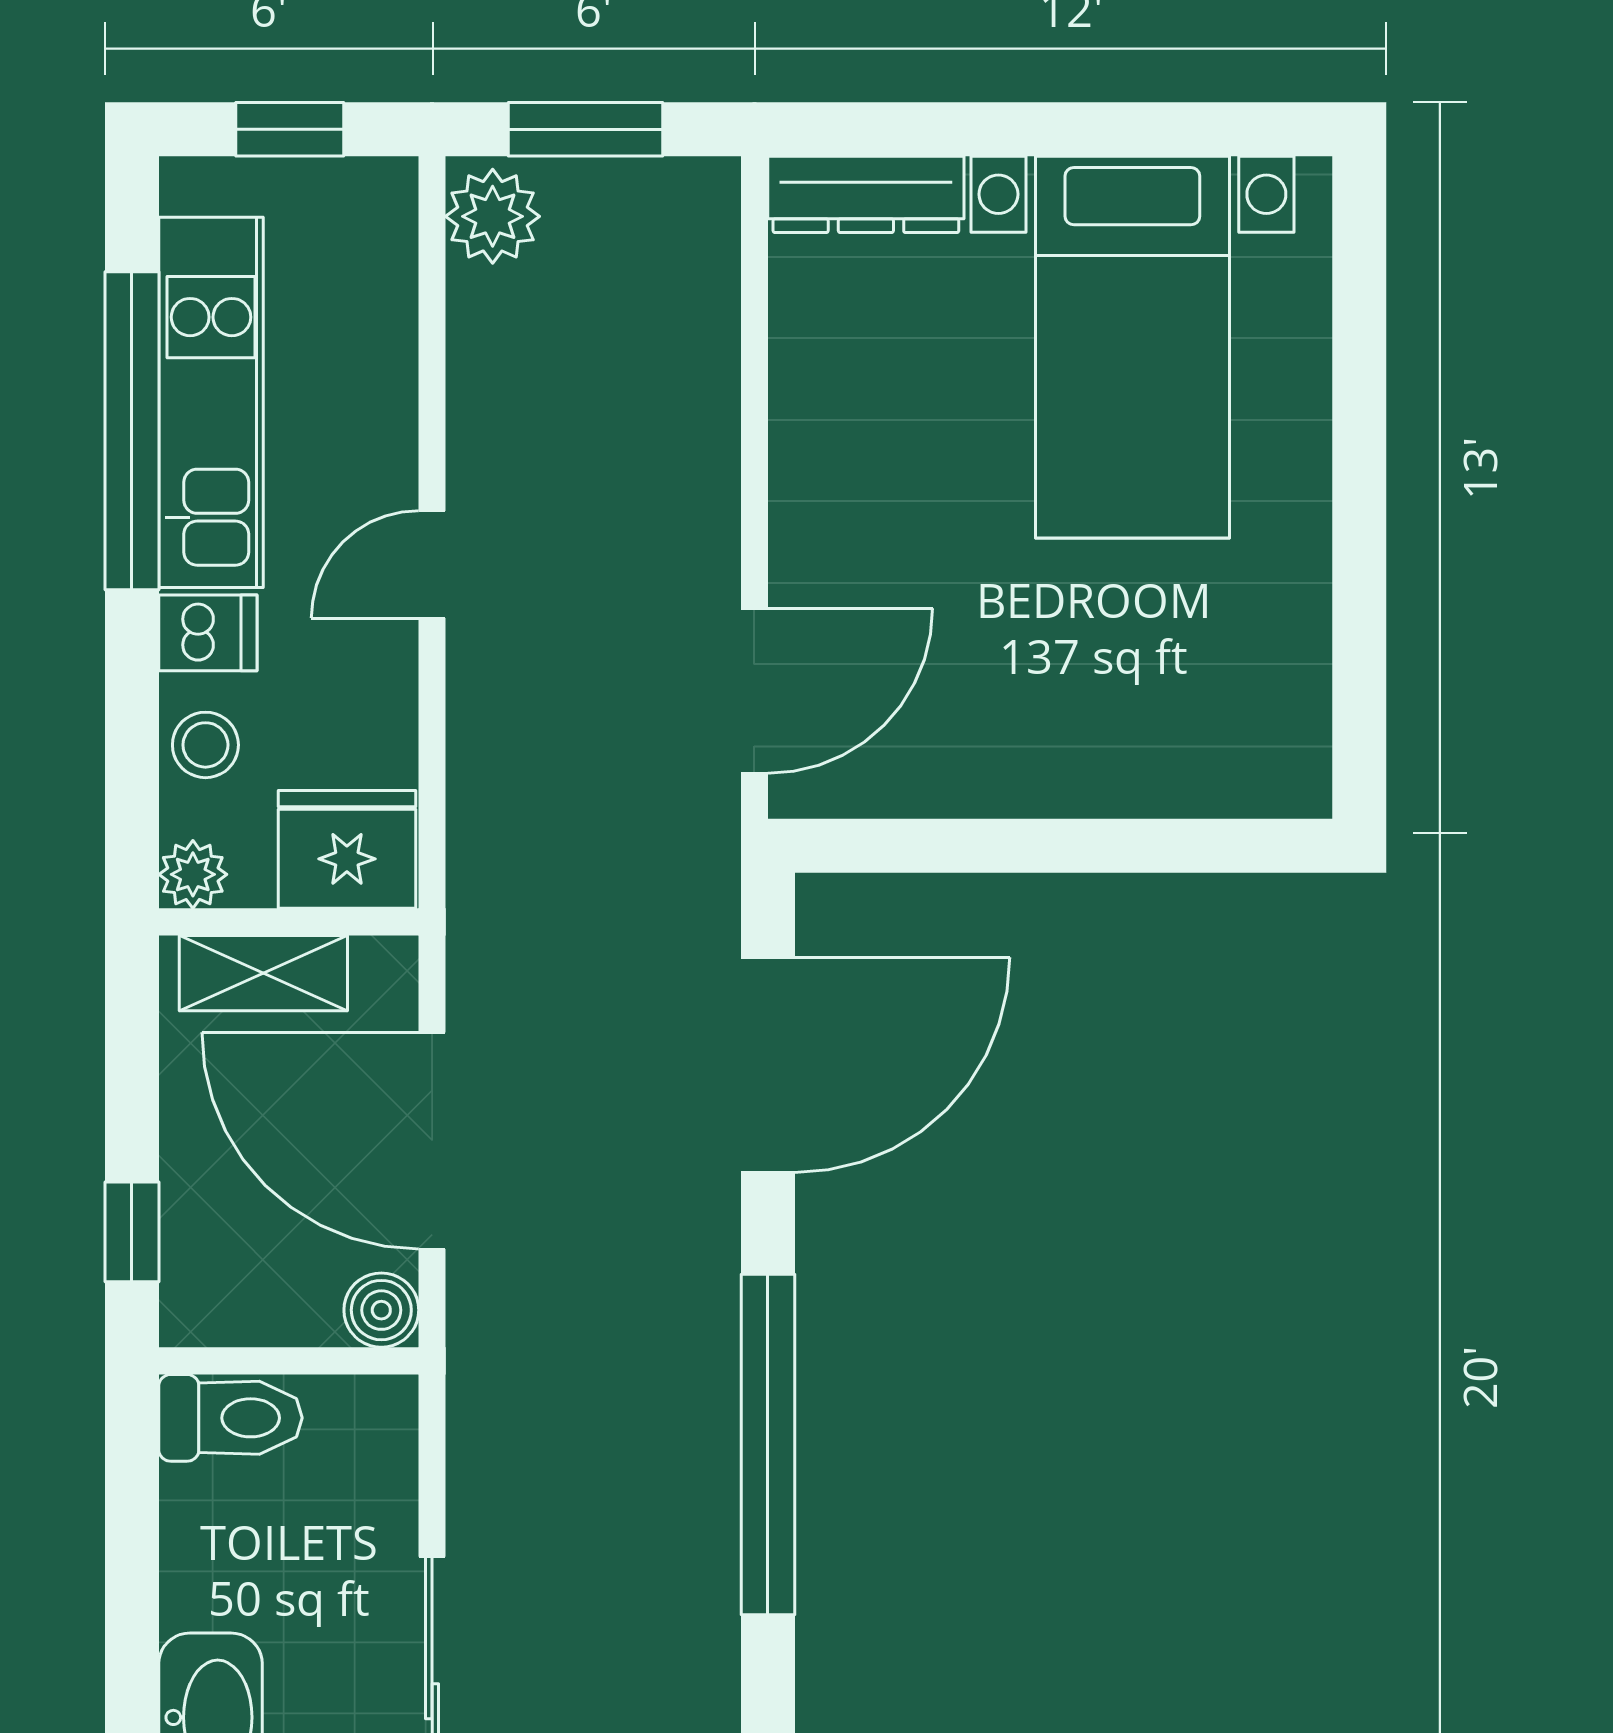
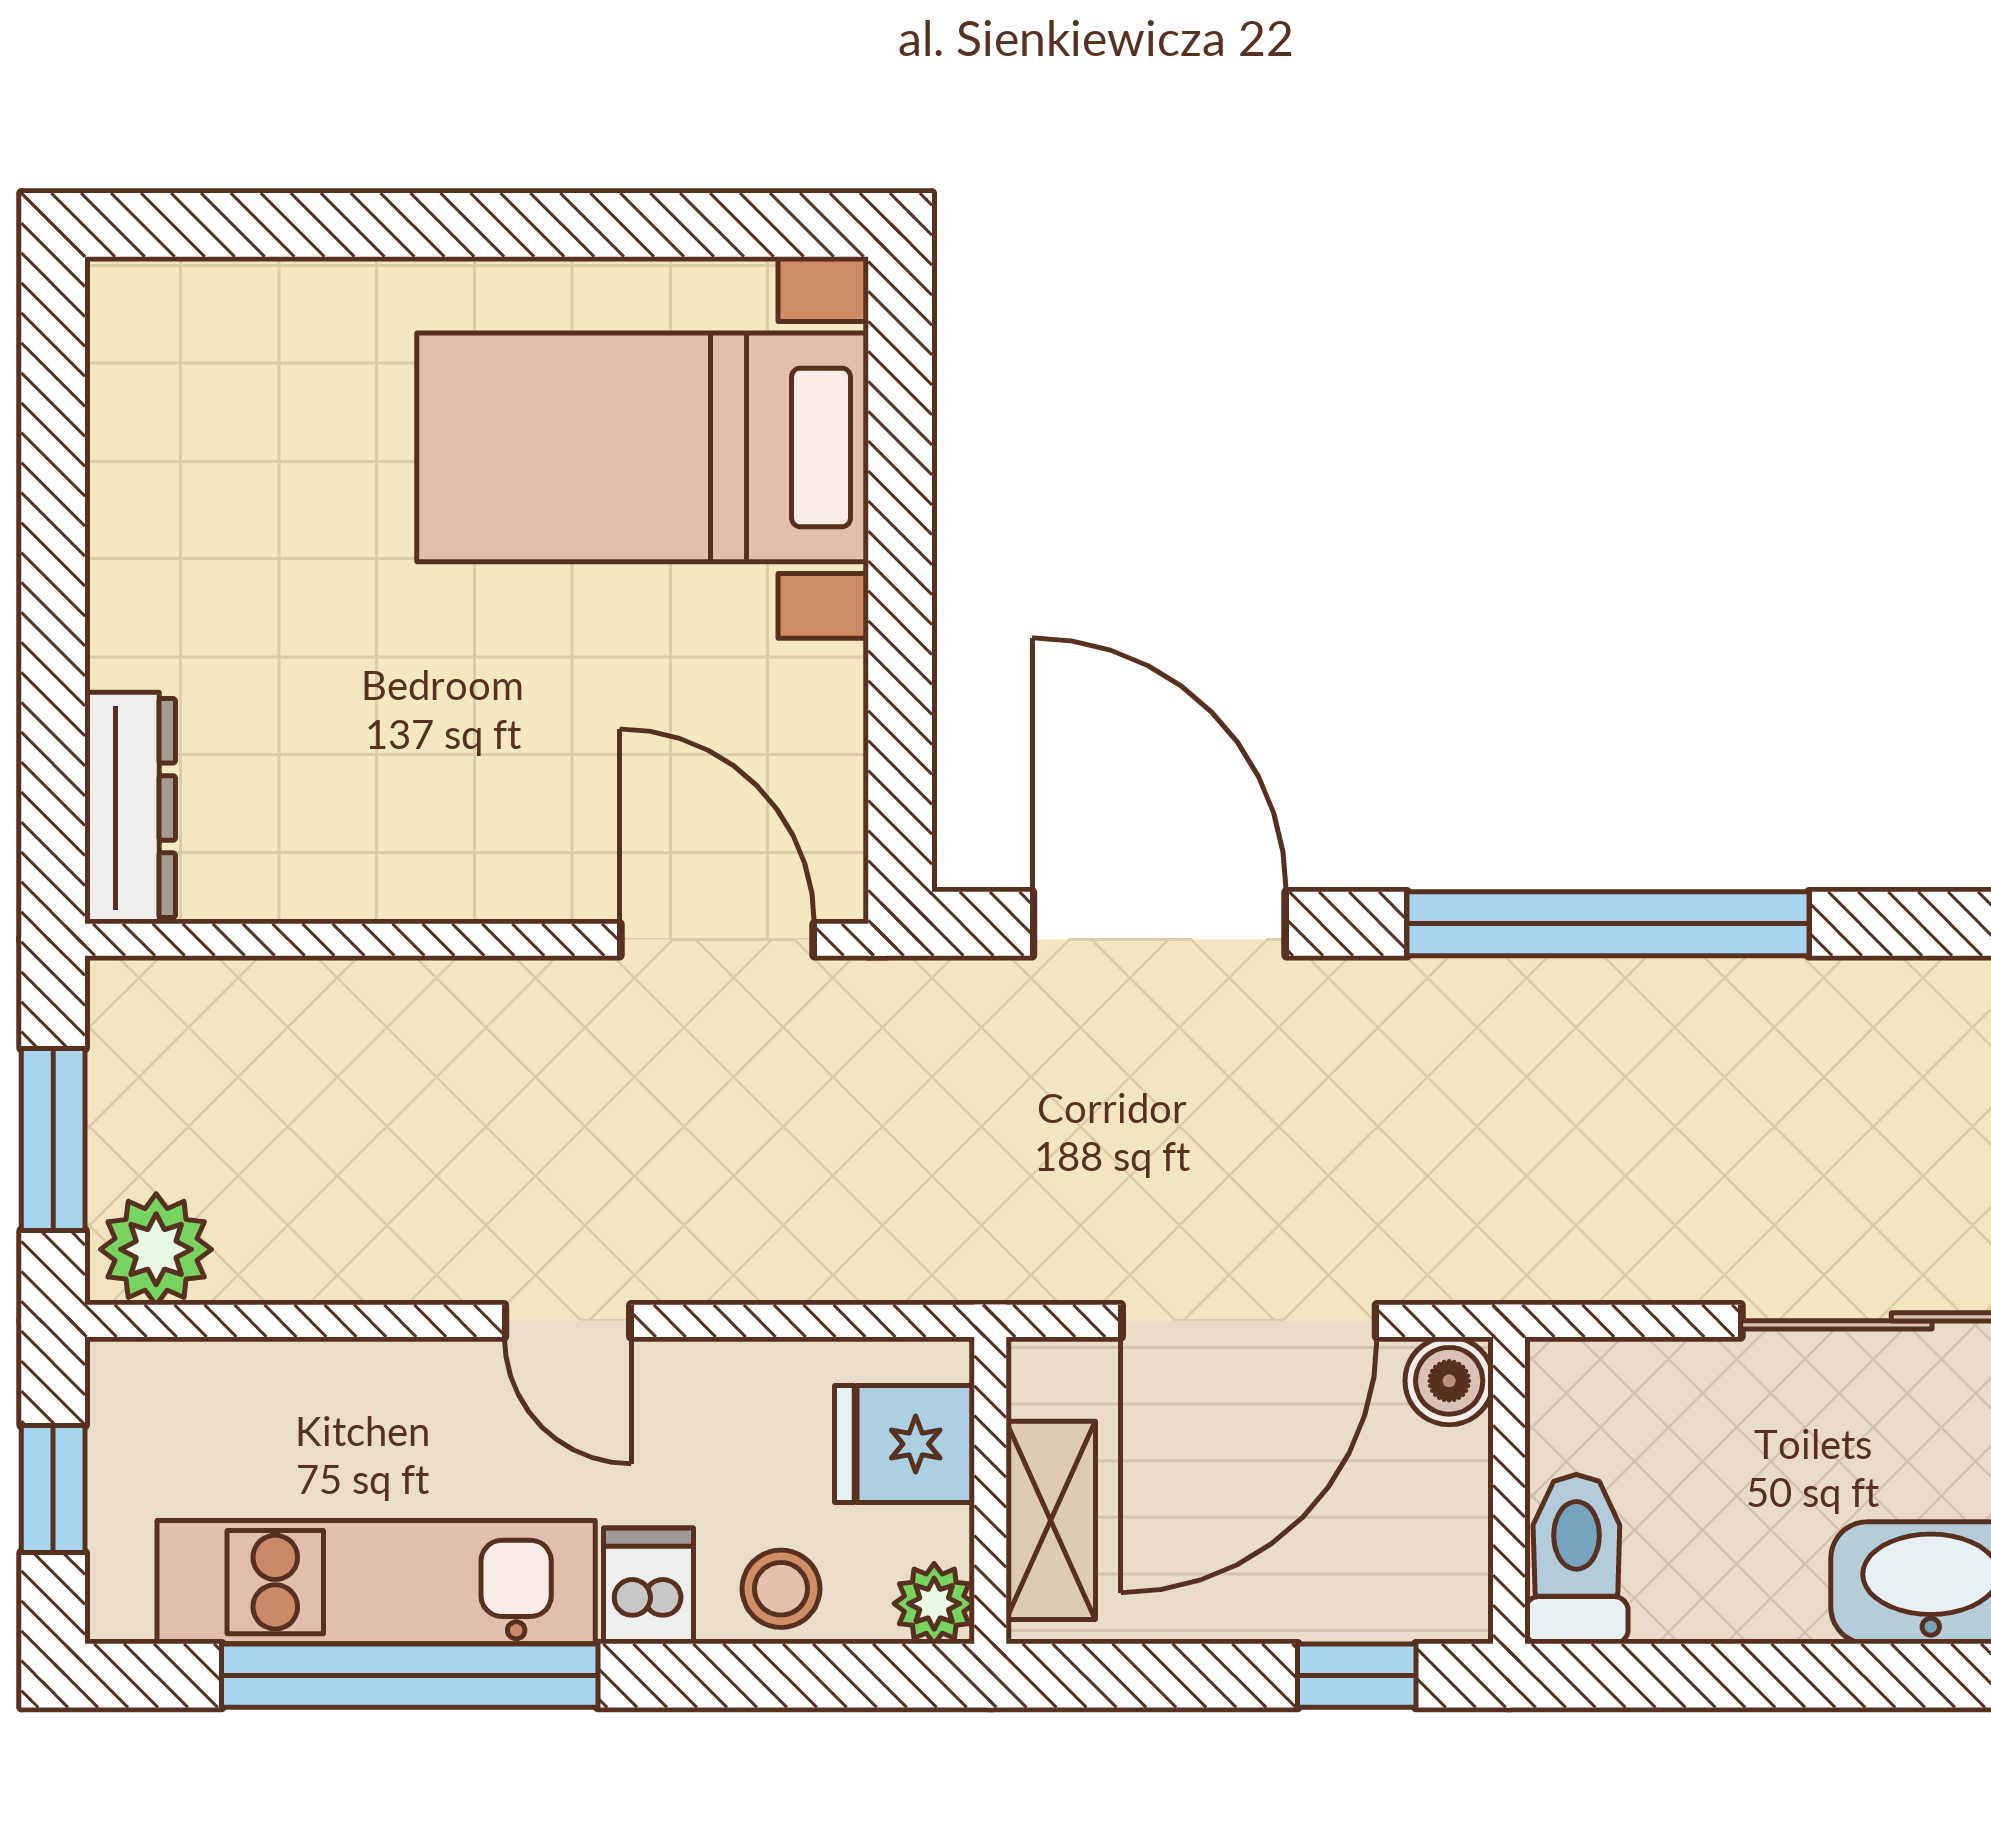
bed with nightstands: (1132, 347) -> (643, 447), moved, turned 180
fridge: (347, 849) -> (905, 1444), width x0.72

